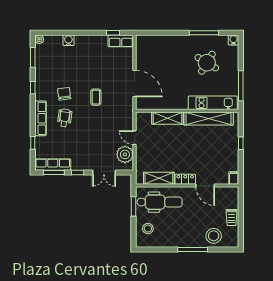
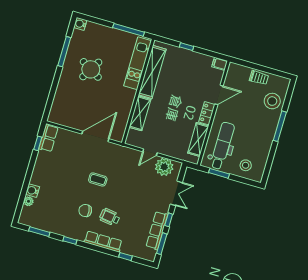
plant: (39, 39) -> (28, 201), moved
round table: (207, 63) -> (91, 69), moved
row of seats: (53, 165) -> (157, 230), moved

